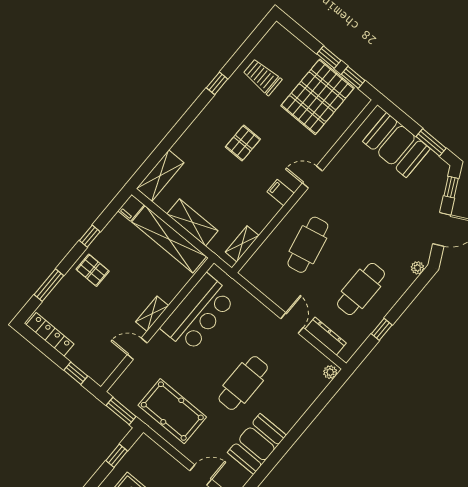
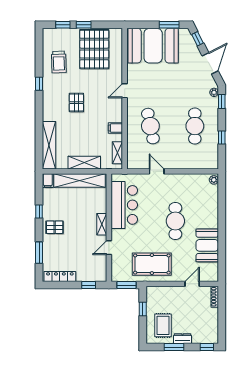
trolley: (262, 77) -> (59, 62), turned -92
window: (353, 77) -> (63, 25), moved
booth: (396, 145) -> (153, 46), width x1.36, depth x1.42
shelving: (160, 176) -> (49, 145), width x1.47
filing cabinet: (281, 193) -> (115, 128), moved
window: (418, 286) -> (222, 101), added
door: (292, 323) -> (157, 171), moved
dresser: (326, 336) -> (197, 164), removed

